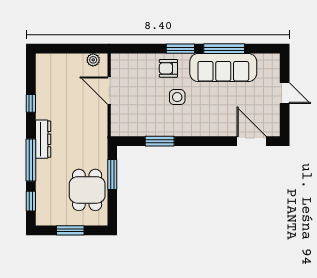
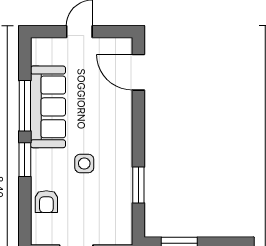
armchair: (168, 68) -> (46, 202), moved
door: (252, 141) -> (138, 72), hinge flipped

